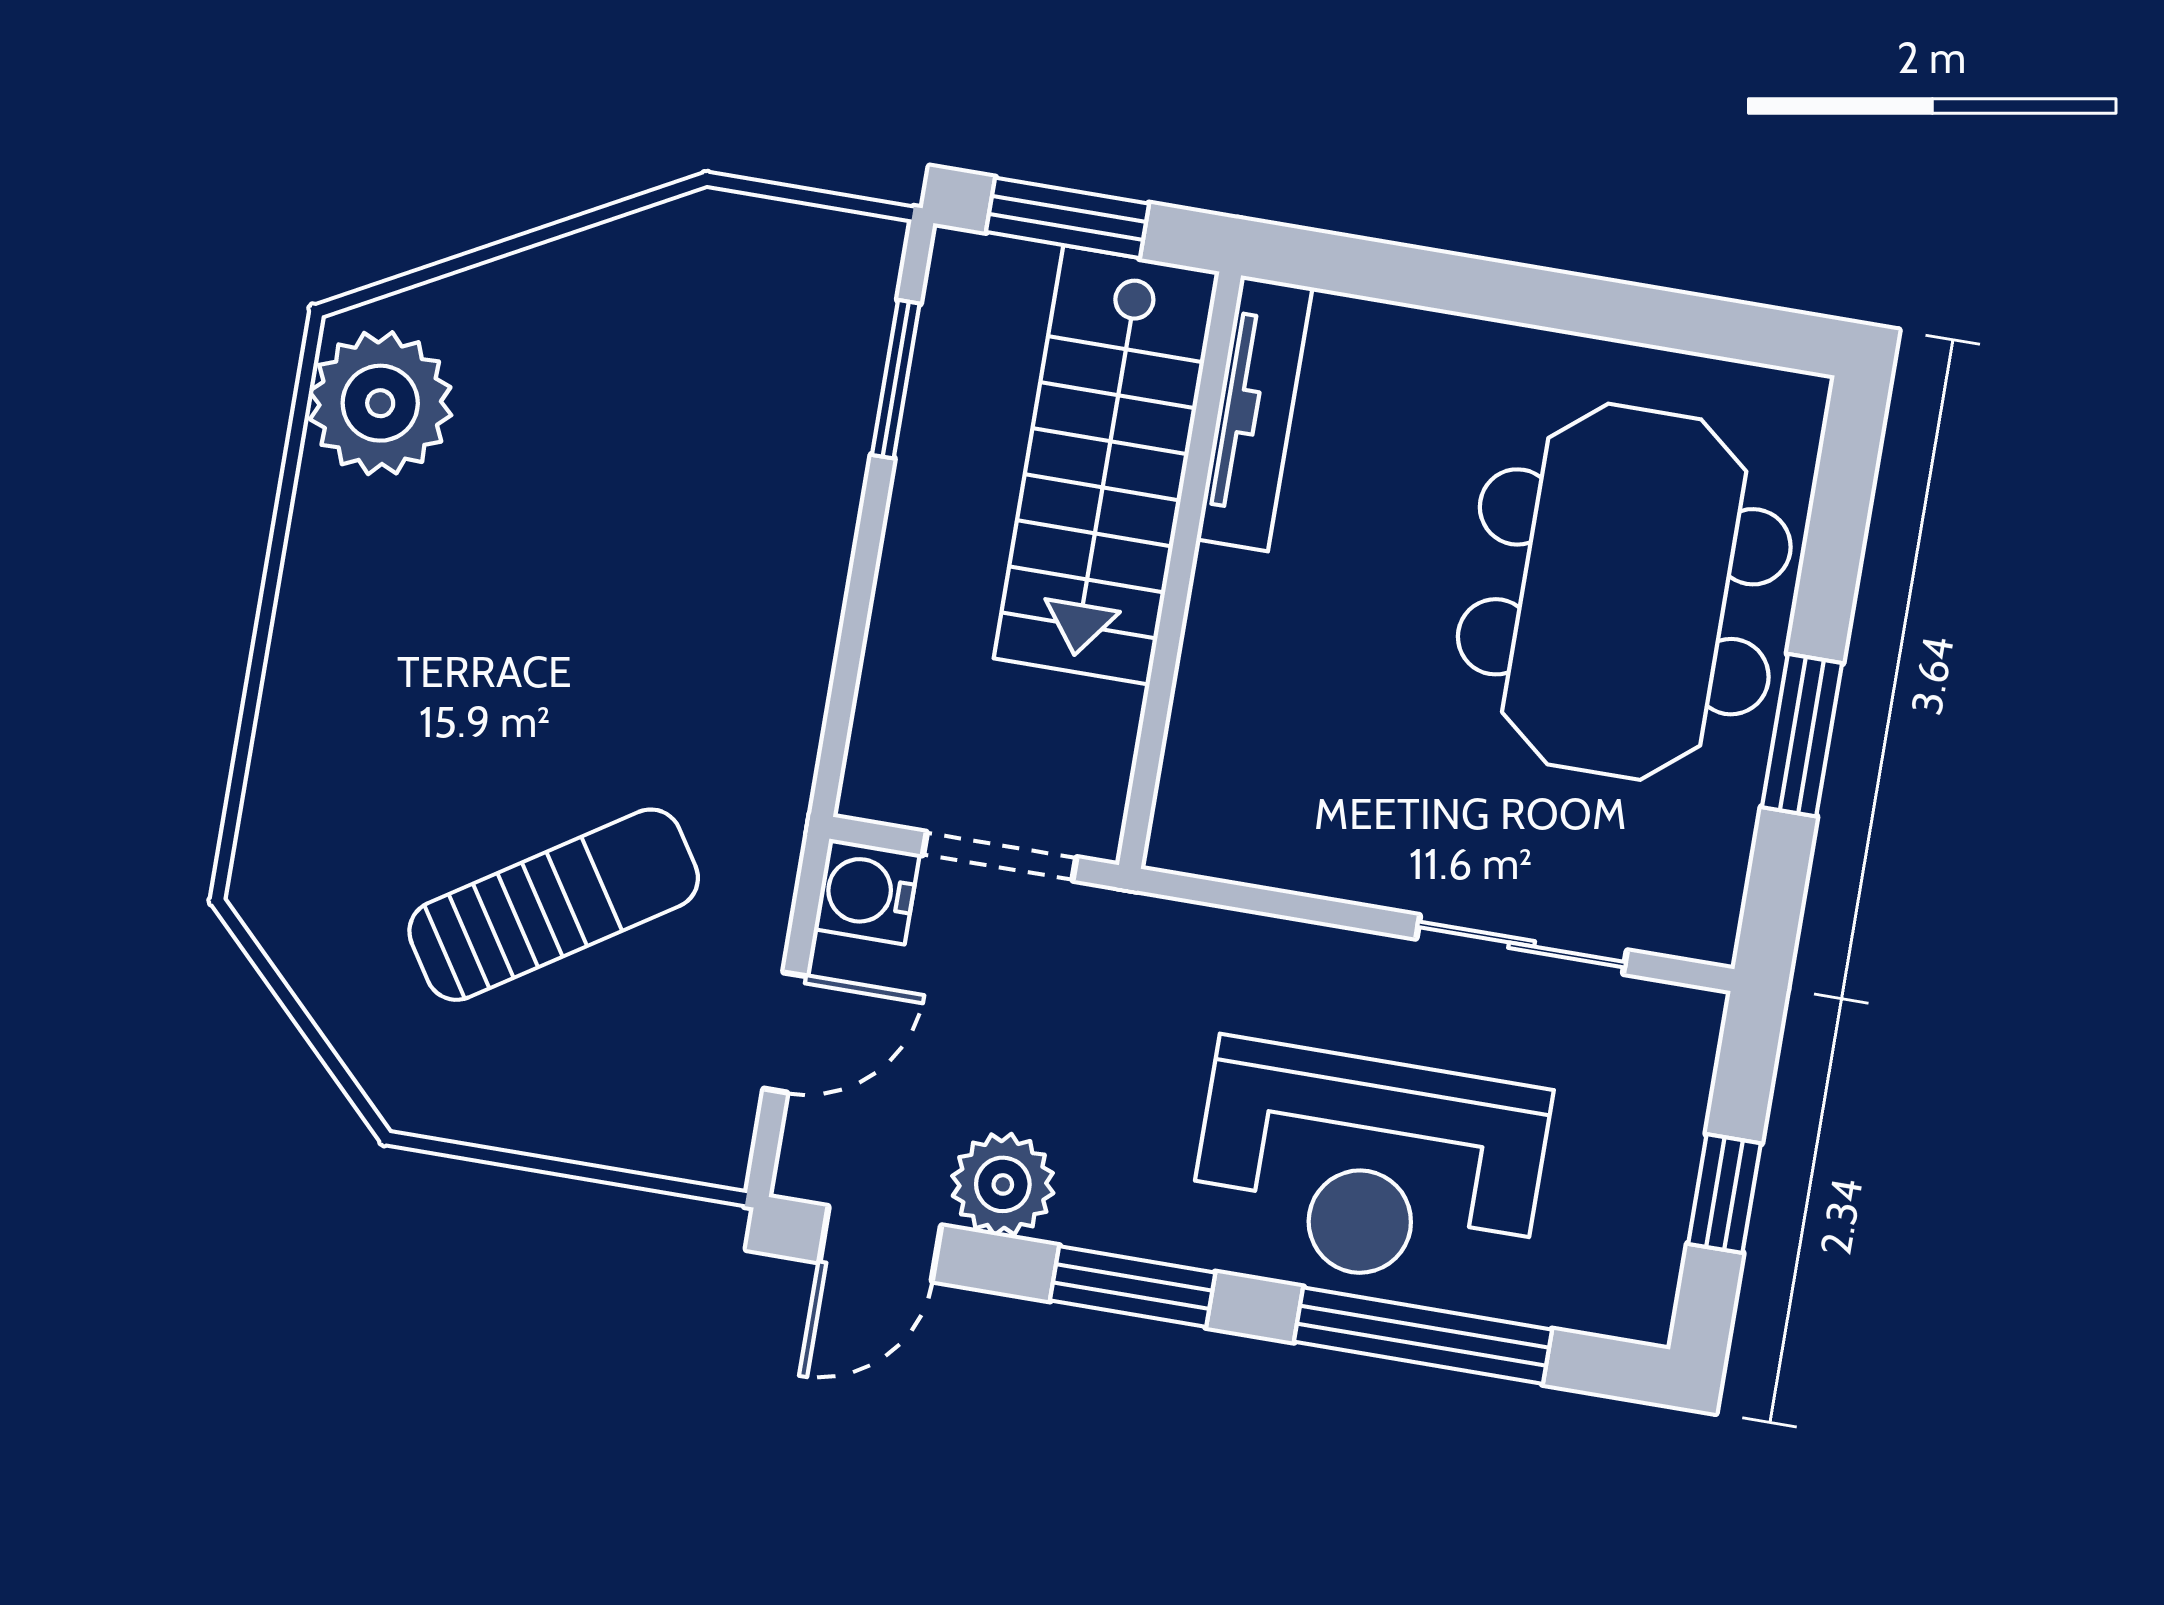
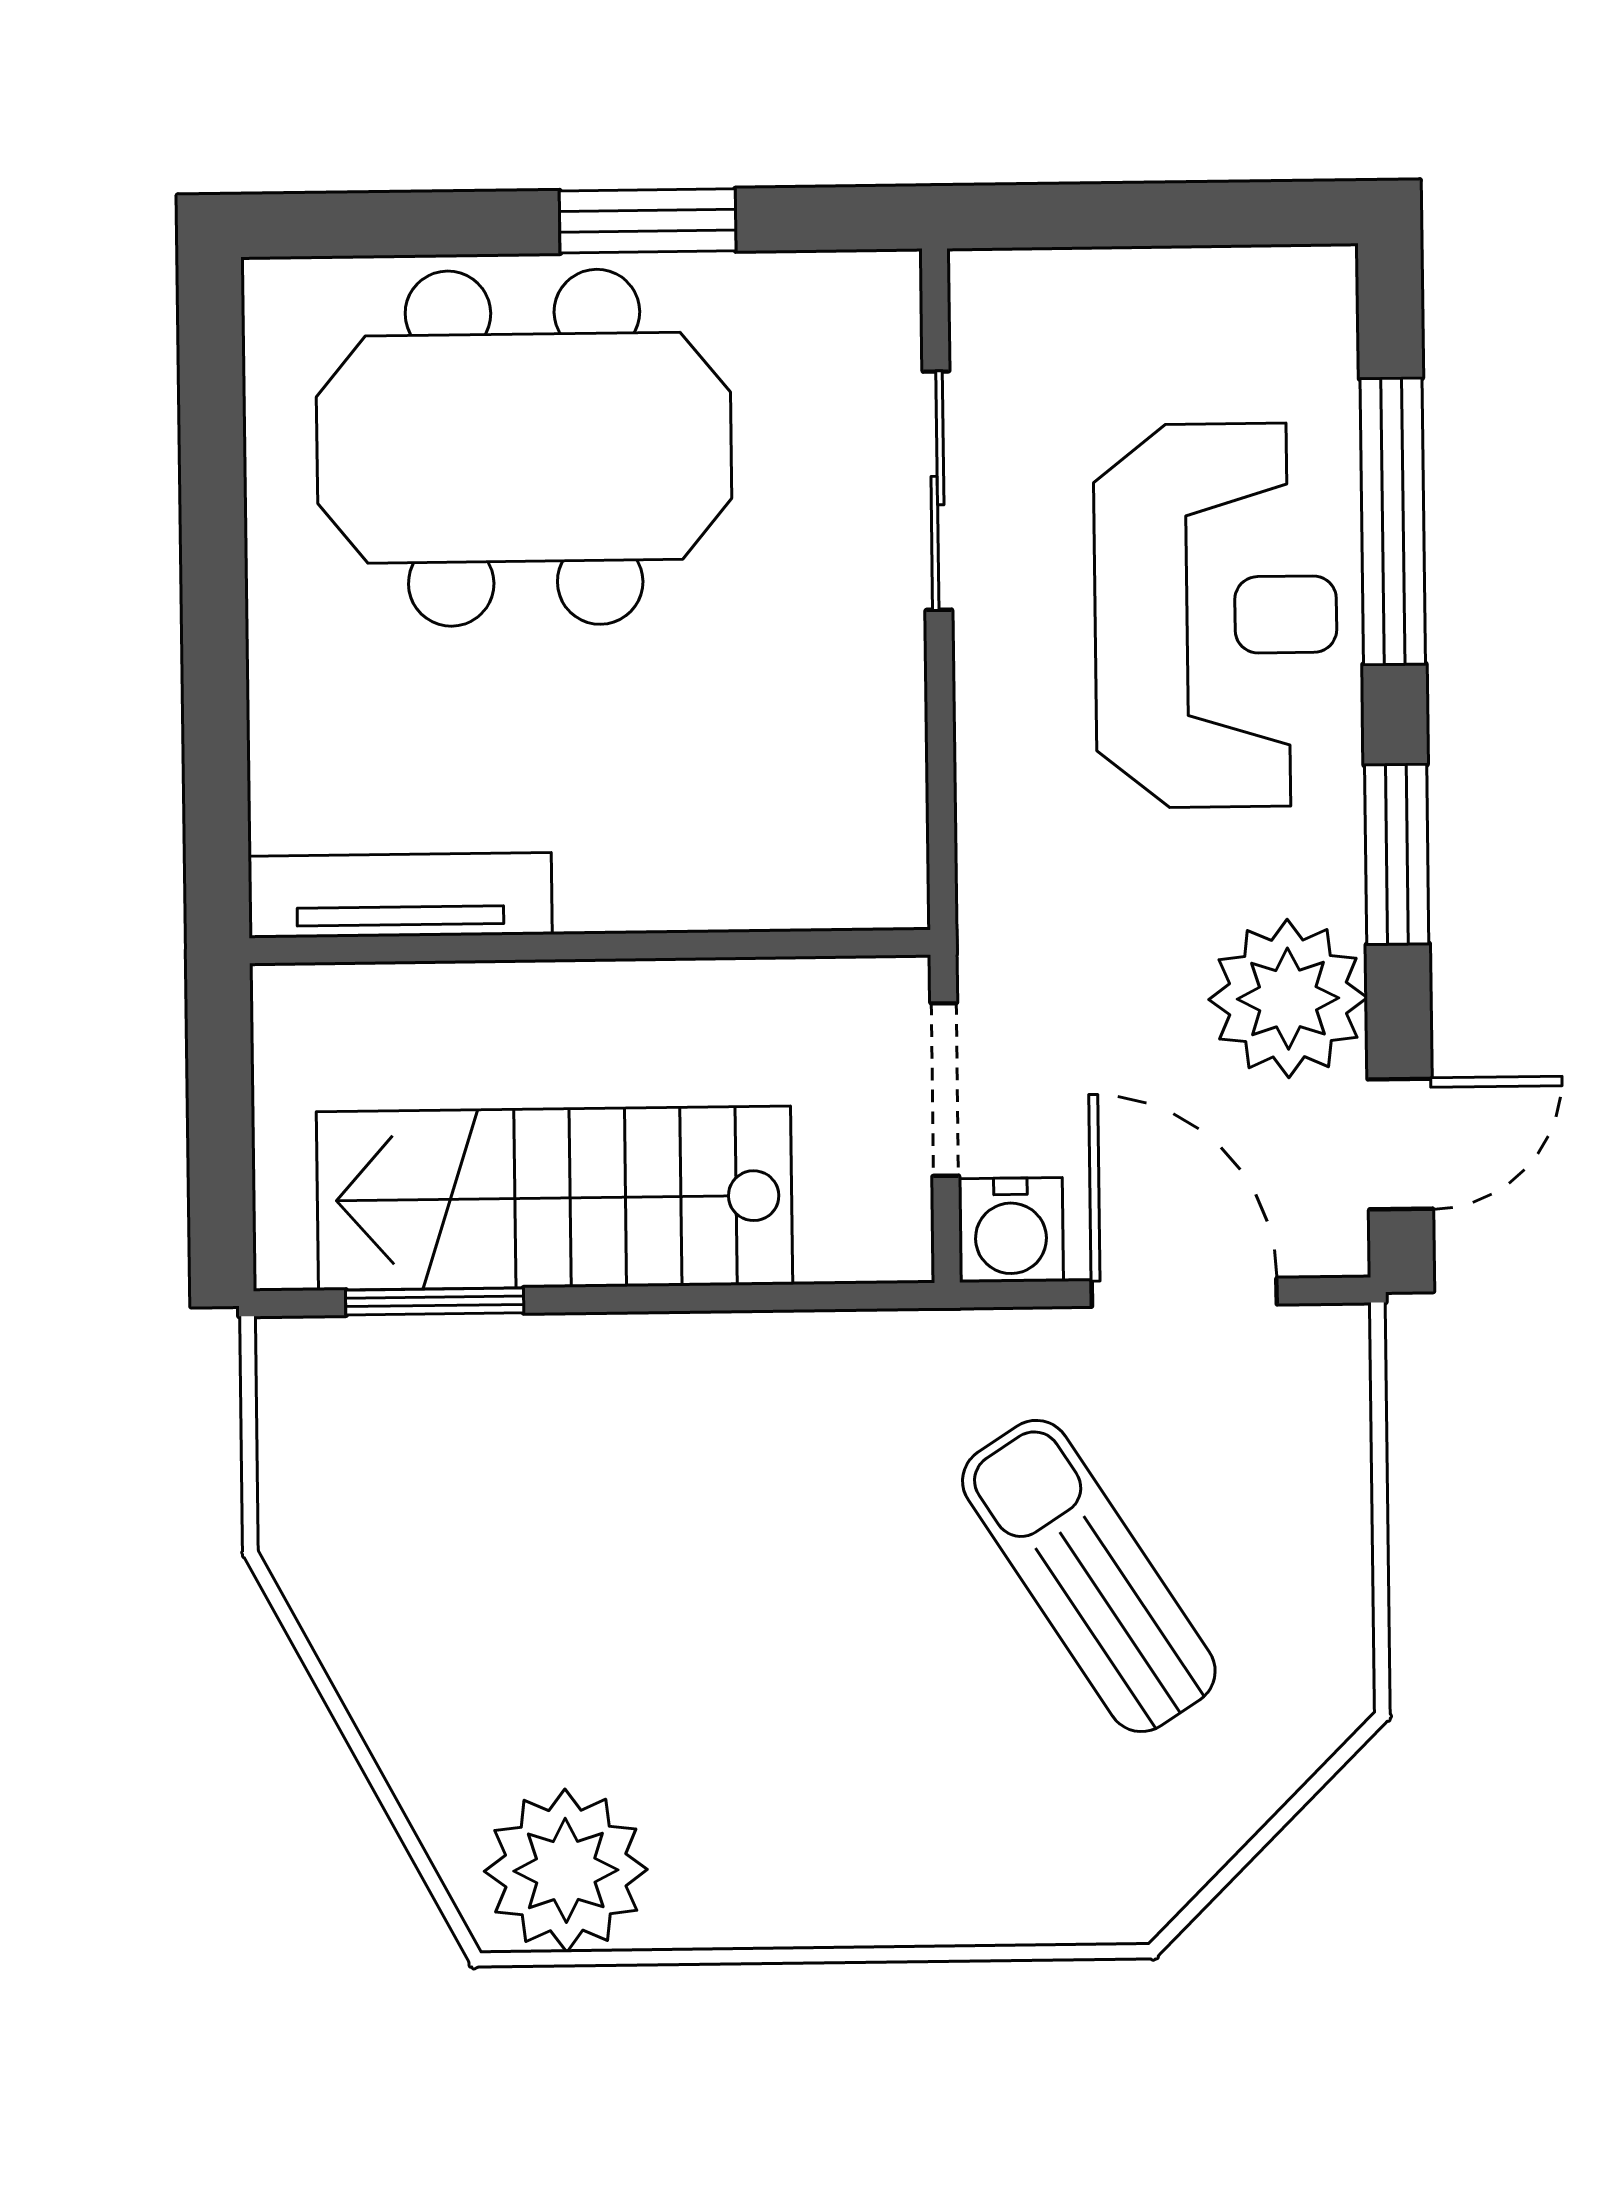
window: (1067, 218) -> (220, 1143), removed
stairs: (1106, 465) -> (555, 1198), moved, turned 180
door: (785, 1032) -> (1184, 1292), width x1.38
plant: (1003, 1184) -> (1288, 999), width x1.36, depth x1.36
window: (1724, 1194) -> (1174, 214), removed
door: (880, 1244) -> (1400, 1144), hinge flipped

